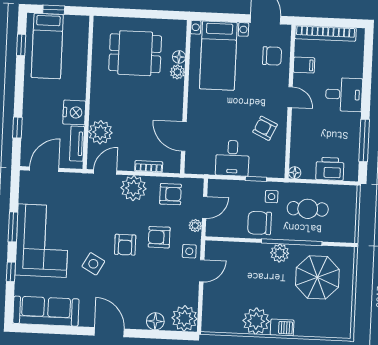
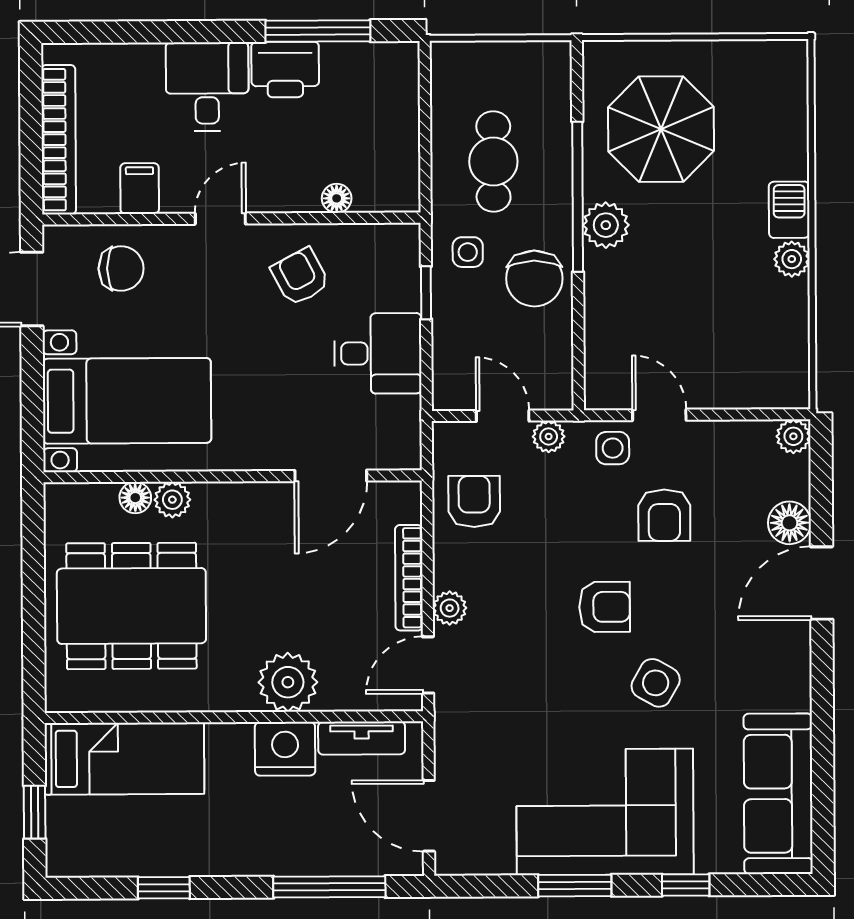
window: (21, 45) -> (164, 888), moved
bed: (47, 46) -> (124, 759), moved
dining table: (135, 53) -> (131, 606), width x1.38
chair: (272, 56) -> (121, 269), turned 90
window: (17, 128) -> (329, 887), width x2.17
armchair: (265, 128) -> (300, 277), turned 127
plant: (100, 132) -> (288, 682), moved
bookcase: (149, 166) -> (409, 578), width x1.56
printer: (330, 169) -> (285, 70), moved, turned -90
door: (105, 172) -> (428, 665), hinge flipped
floor lamp: (295, 173) -> (337, 198), moved
plant: (134, 188) -> (450, 608), width x0.53, depth x0.53
armchair: (159, 237) -> (664, 515), moved
plant: (185, 318) -> (793, 436), width x0.53, depth x0.53
plant: (256, 321) -> (792, 259), width x0.53, depth x0.53
door: (109, 332) -> (822, 583), moved

